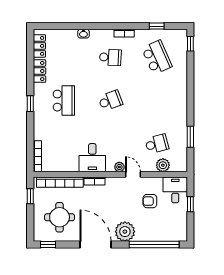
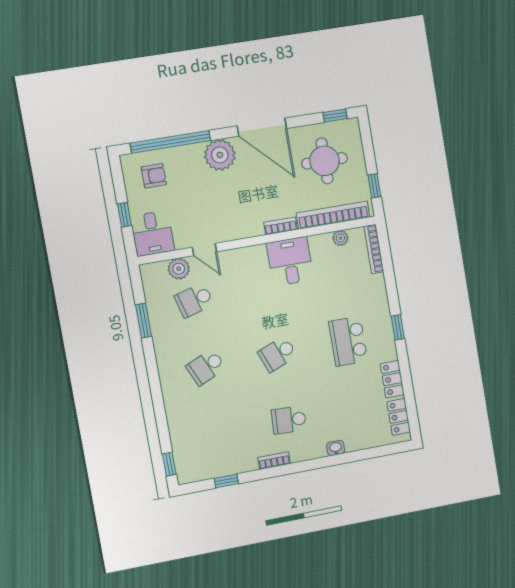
school desk: (157, 57) -> (206, 367), moved, width x0.54
plant: (119, 167) -> (340, 238), moved
door: (133, 174) -> (204, 249), moved
armchair: (150, 201) -> (154, 176), moved

